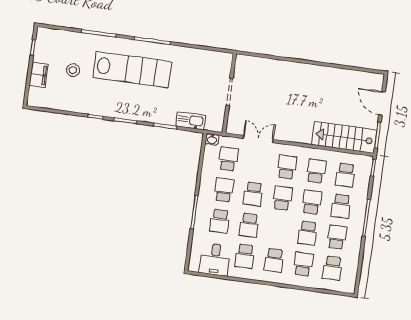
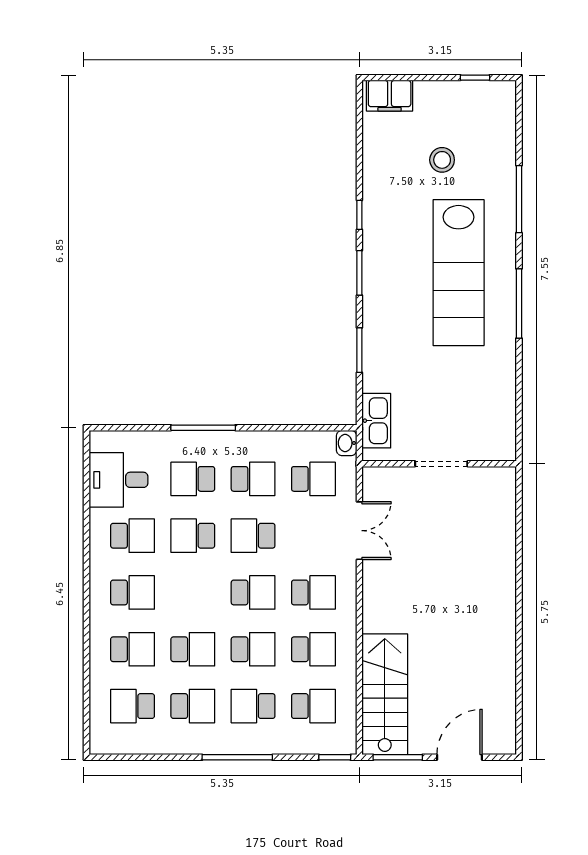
filing cabinet: (39, 75) -> (390, 96), moved
kitchen sink: (191, 121) -> (376, 421), moved
school desk: (345, 175) -> (313, 706), turned 180
school desk: (307, 233) -> (193, 649), turned 180
school desk: (245, 256) -> (133, 536), turned 180
school desk: (274, 260) -> (133, 592), turned 180

